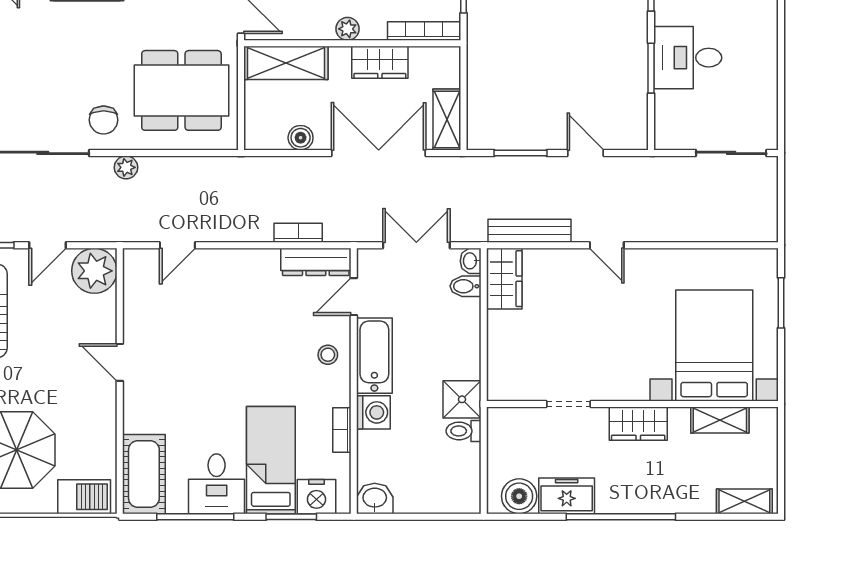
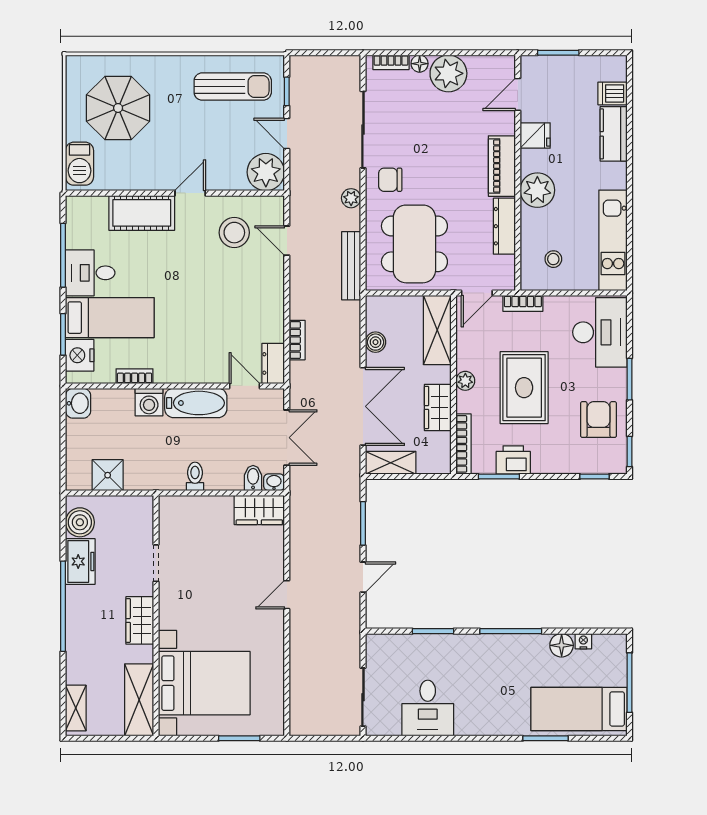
desk: (688, 58) -> (428, 708), moved, turned 180
bench: (529, 231) -> (351, 266), moved
dresser: (316, 262) -> (273, 363), width x0.70
stool: (328, 355) -> (234, 233), moved, width x1.89, depth x1.89
shower: (462, 399) -> (108, 475), moved
shelving: (720, 420) -> (139, 700), width x1.50, depth x1.33
toilet: (463, 431) -> (195, 476), moved
cot: (144, 474) -> (142, 213), moved

